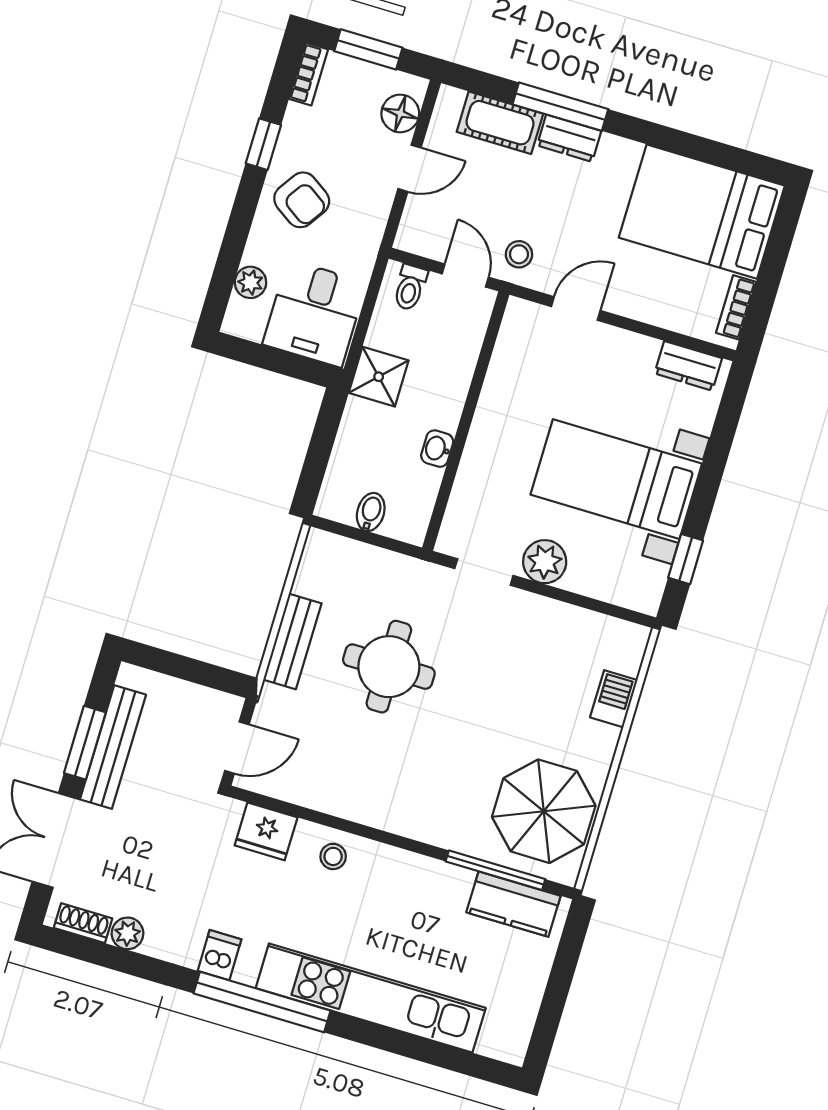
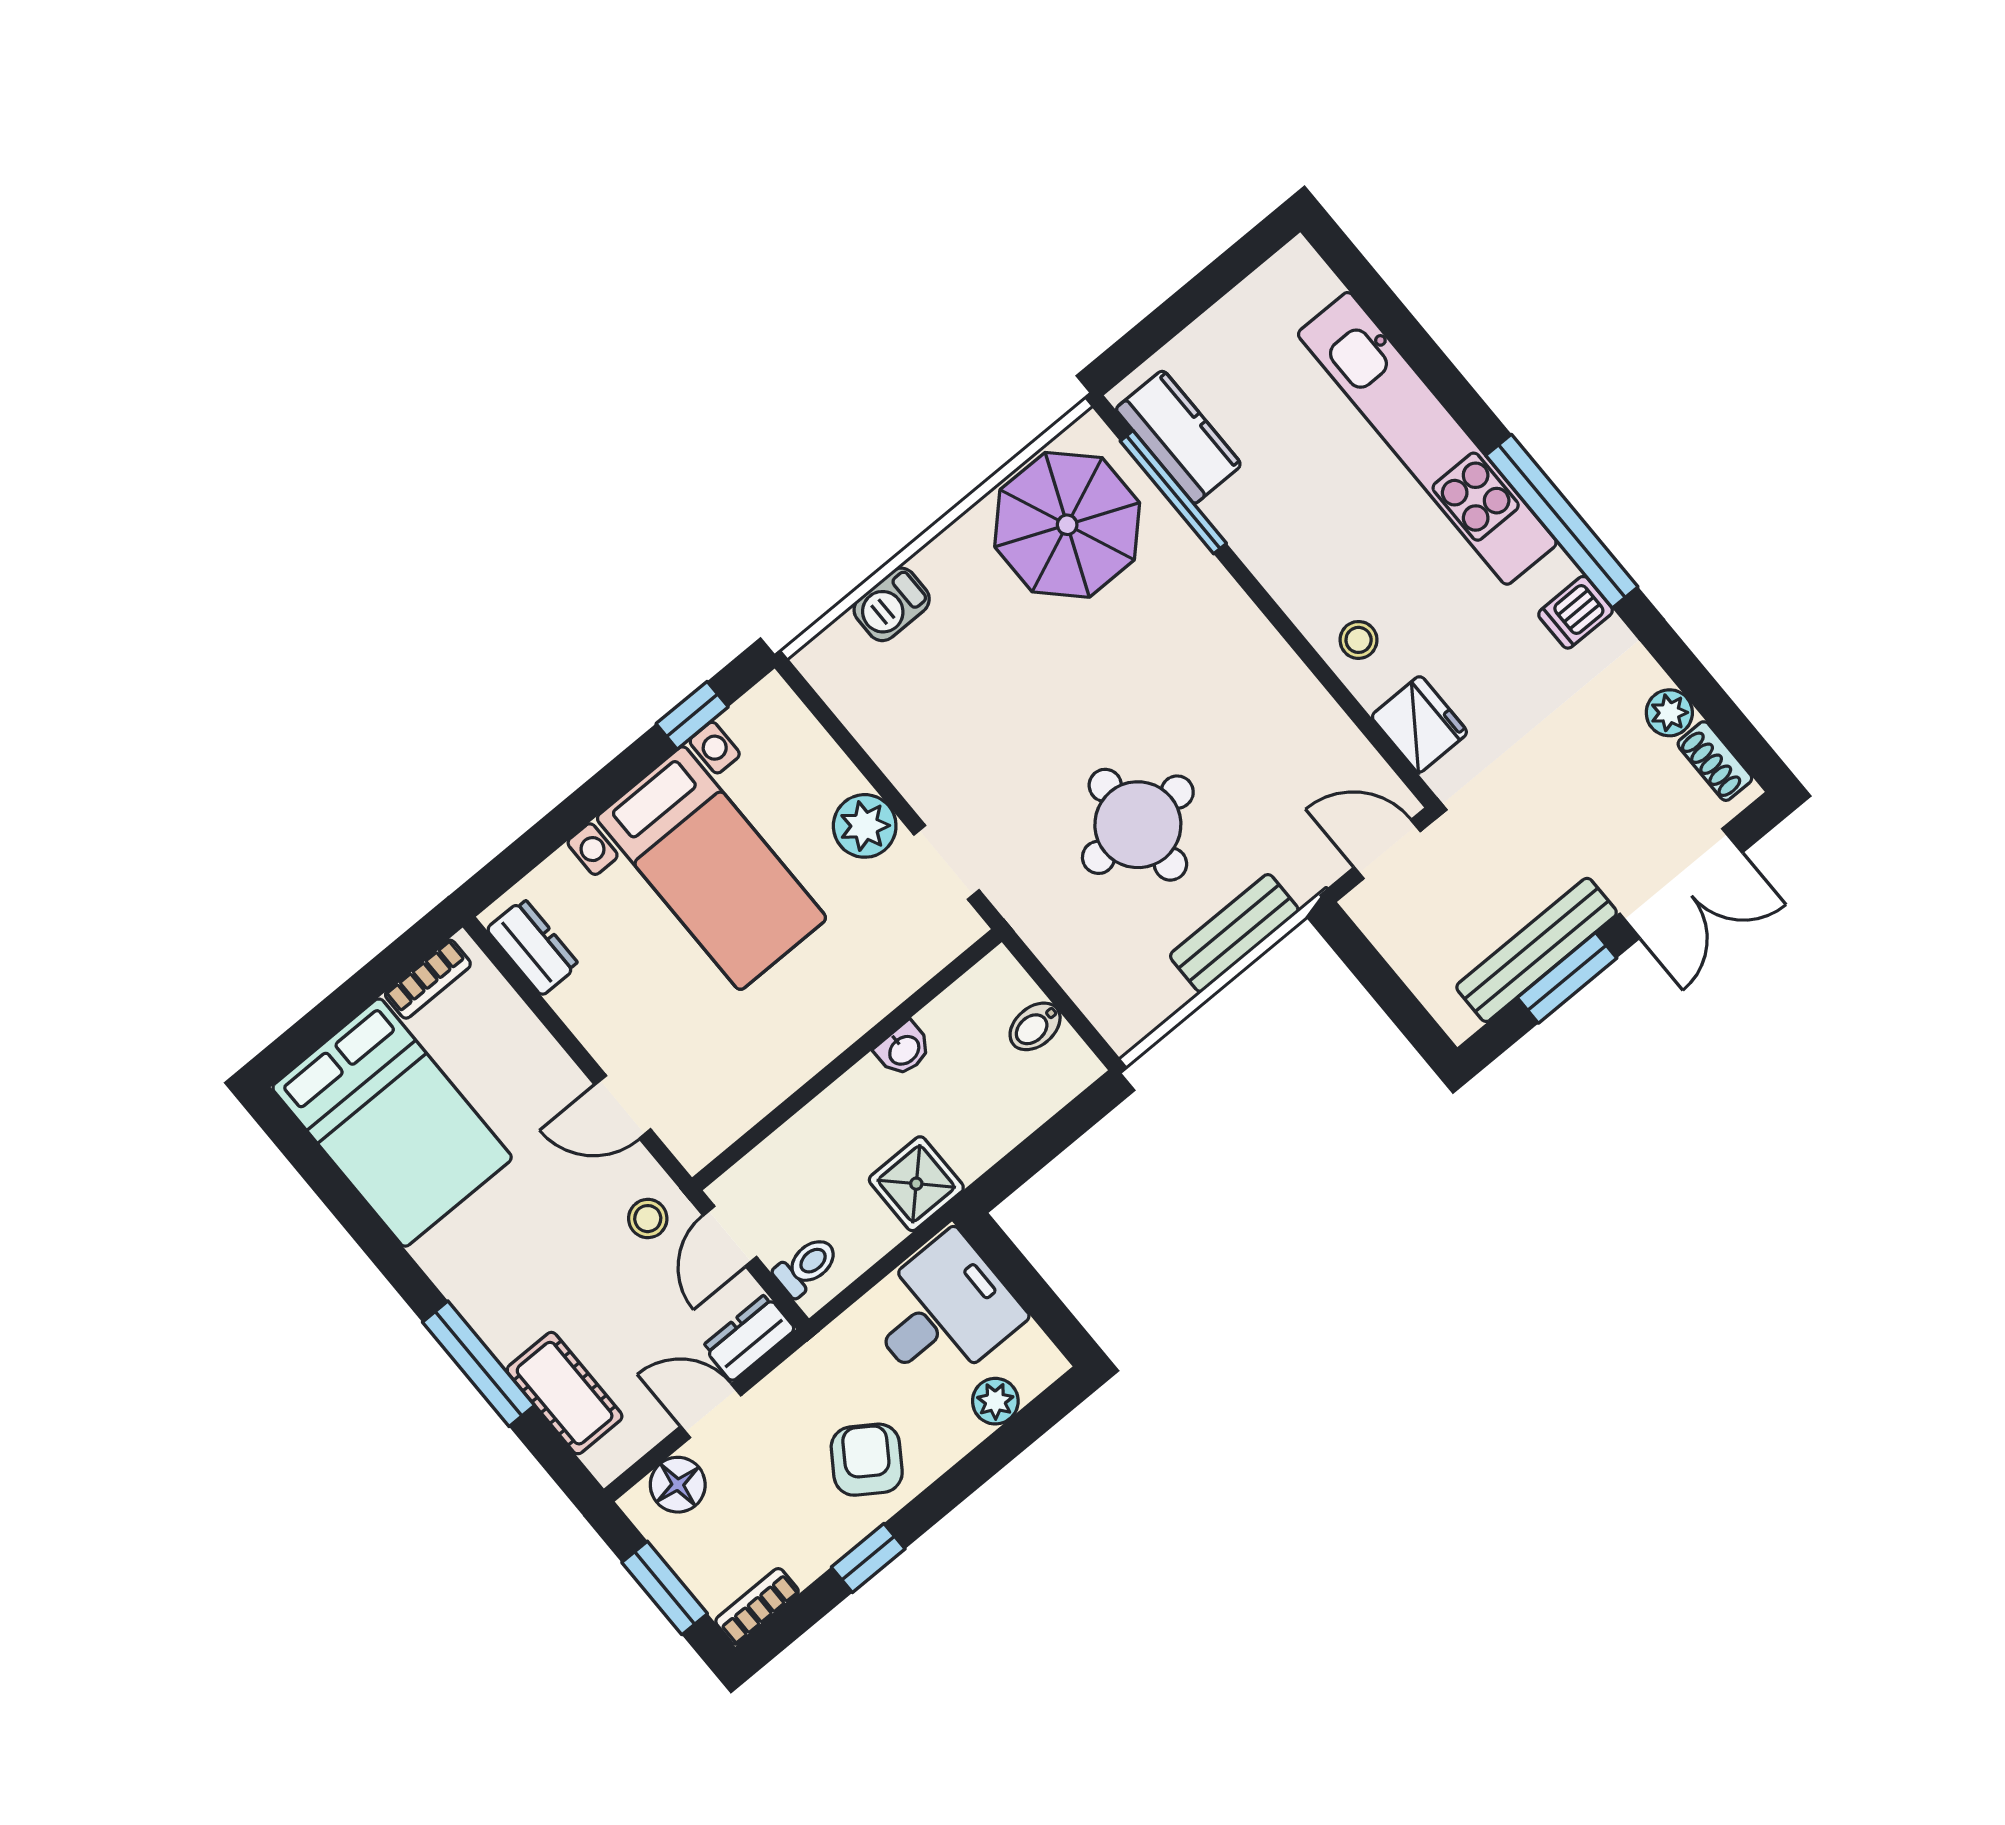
dresser: (569, 138) -> (749, 1338), moved, turned -90

